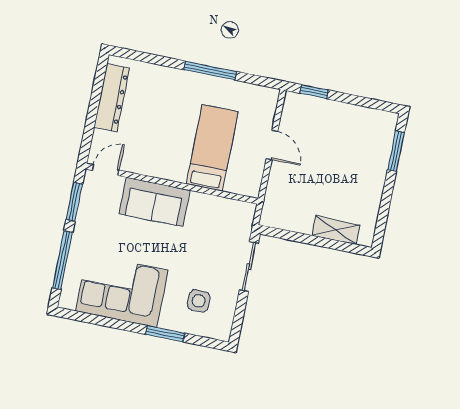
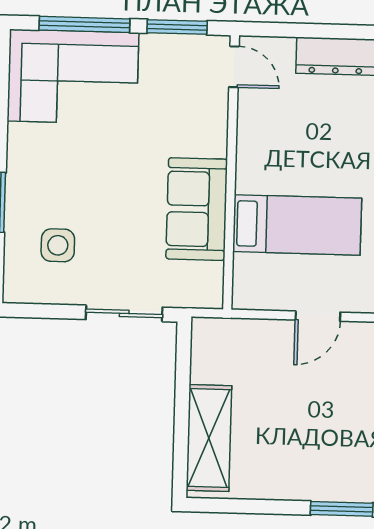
sofa: (154, 202) -> (197, 209), moved
shelving: (336, 230) -> (209, 438), width x1.50, depth x1.33
corner sofa: (122, 291) -> (73, 77), moved, turned 90

